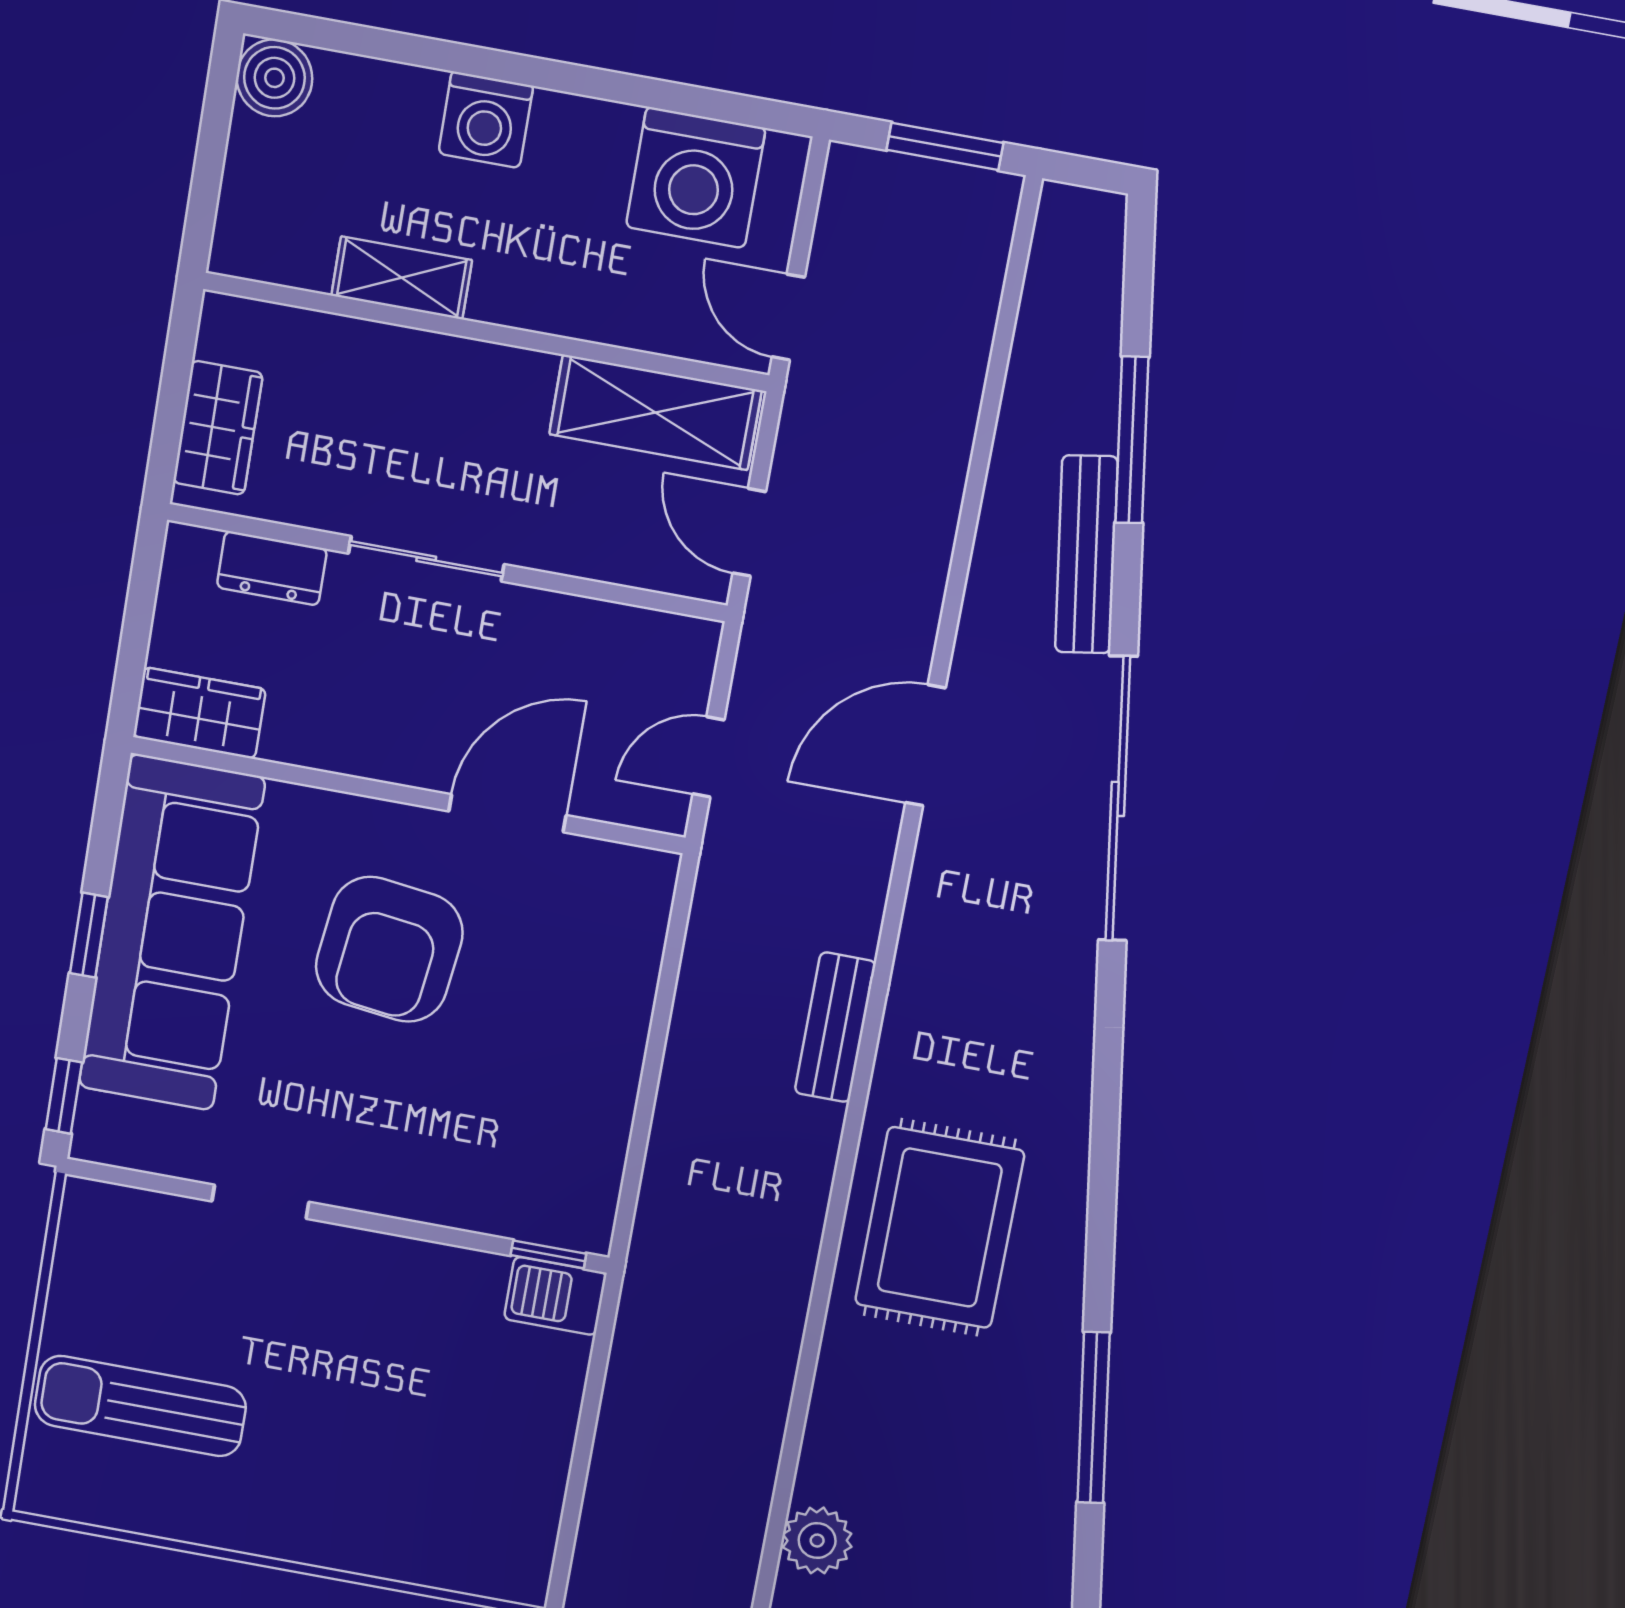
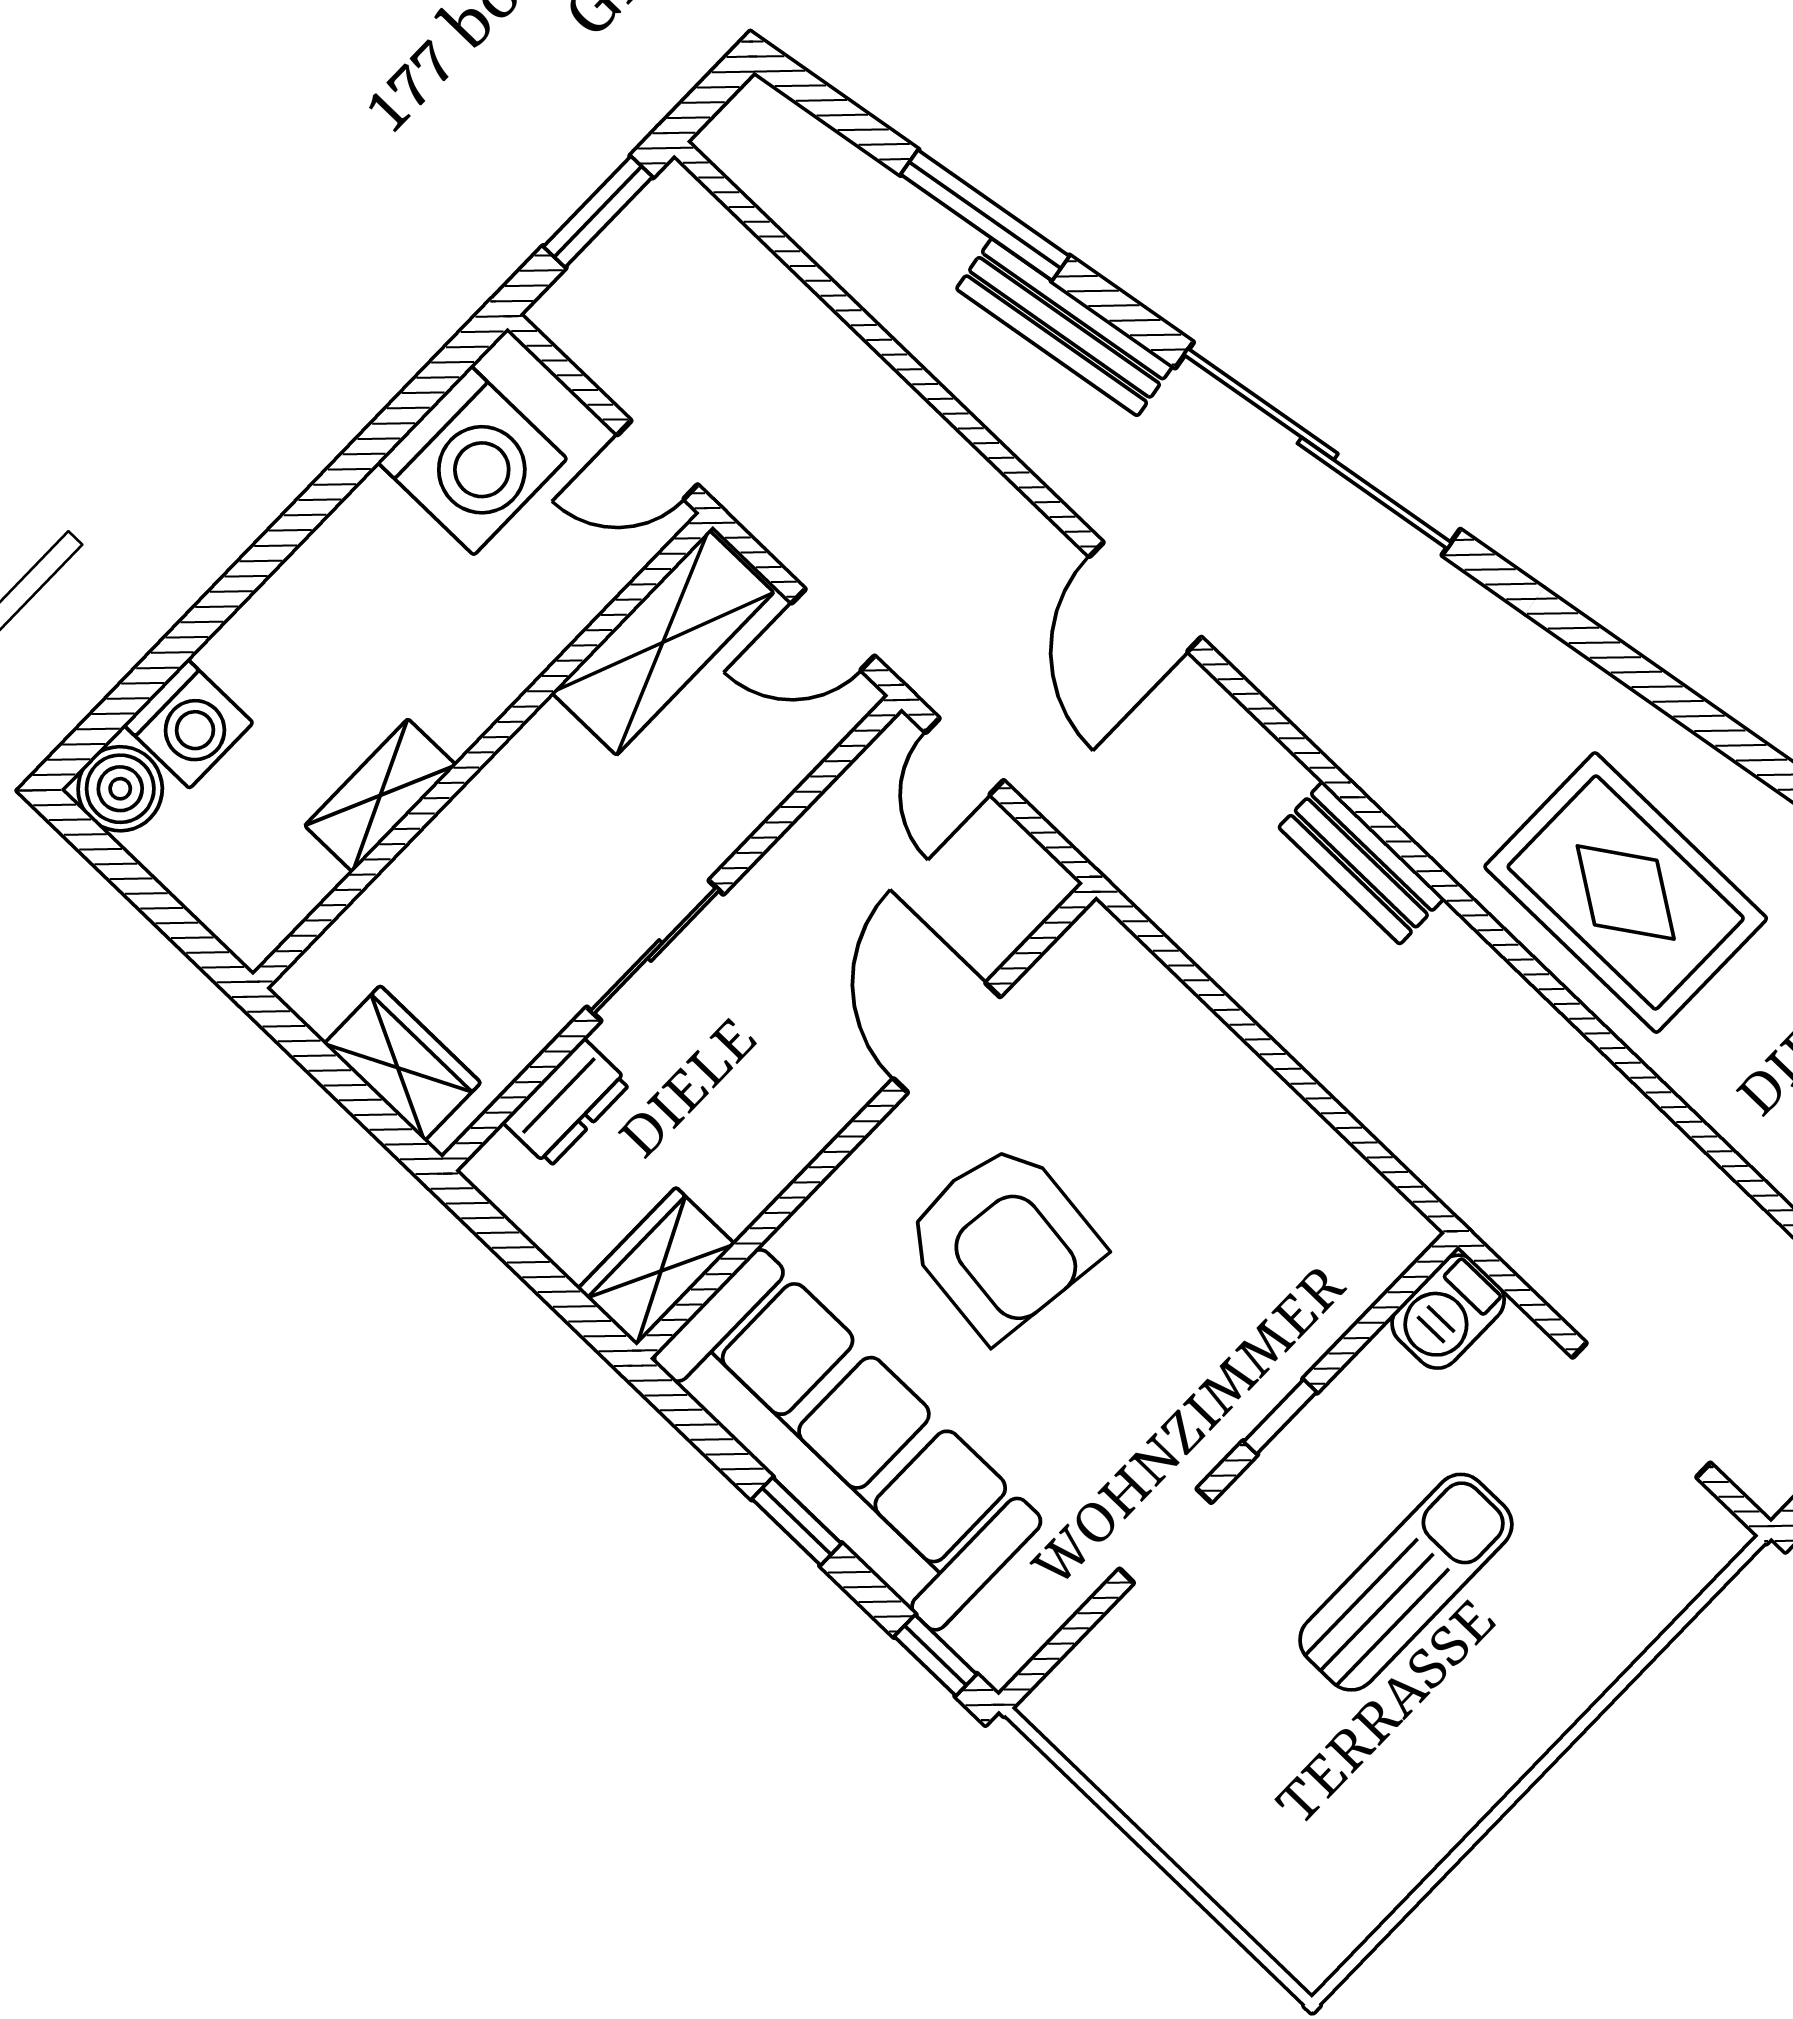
washing machine: (486, 120) -> (188, 724), moved
door: (708, 757) -> (965, 756), moved
window: (548, 1254) -> (1280, 1417), moved
sun lounger: (140, 1406) -> (1406, 1582), moved, turned 180
doorway: (578, 1474) -> (1642, 1410), added

